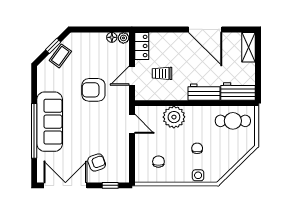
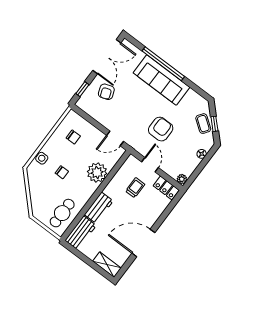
floor lamp: (112, 37) -> (202, 154), moved

